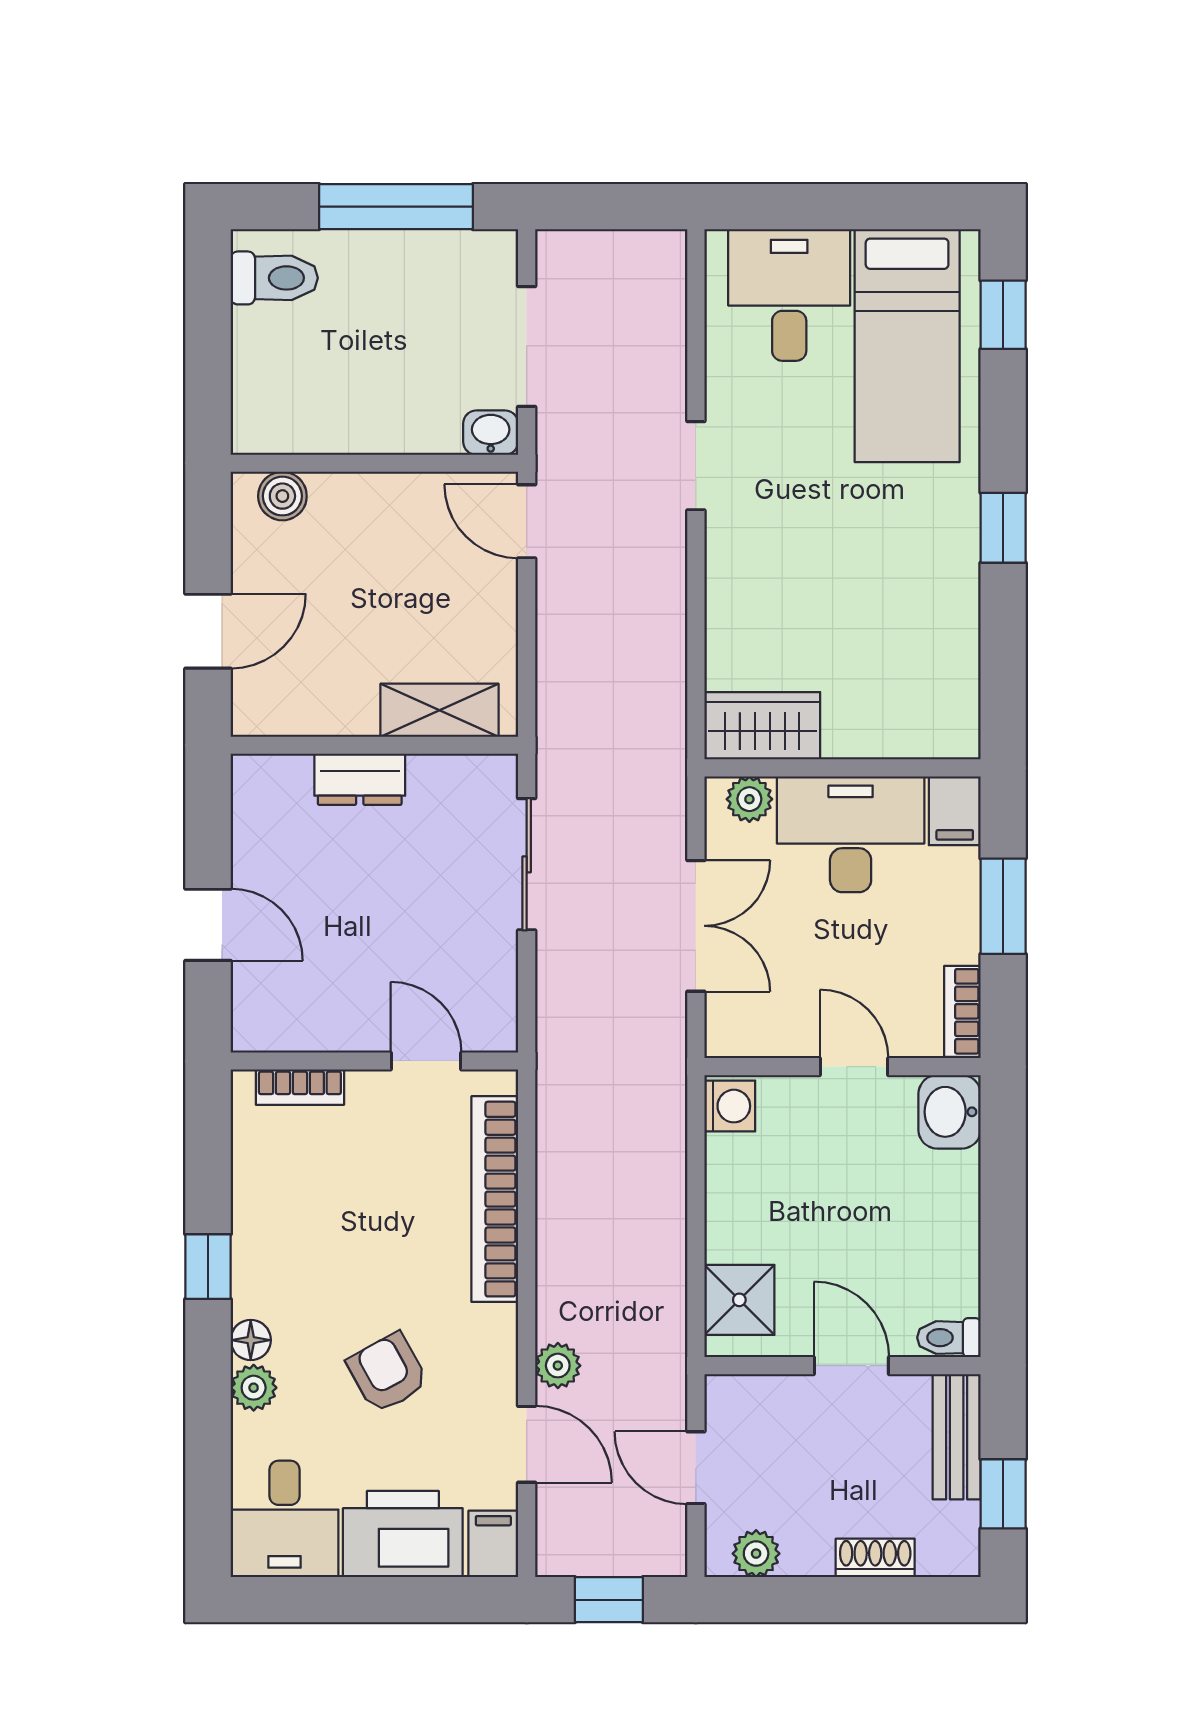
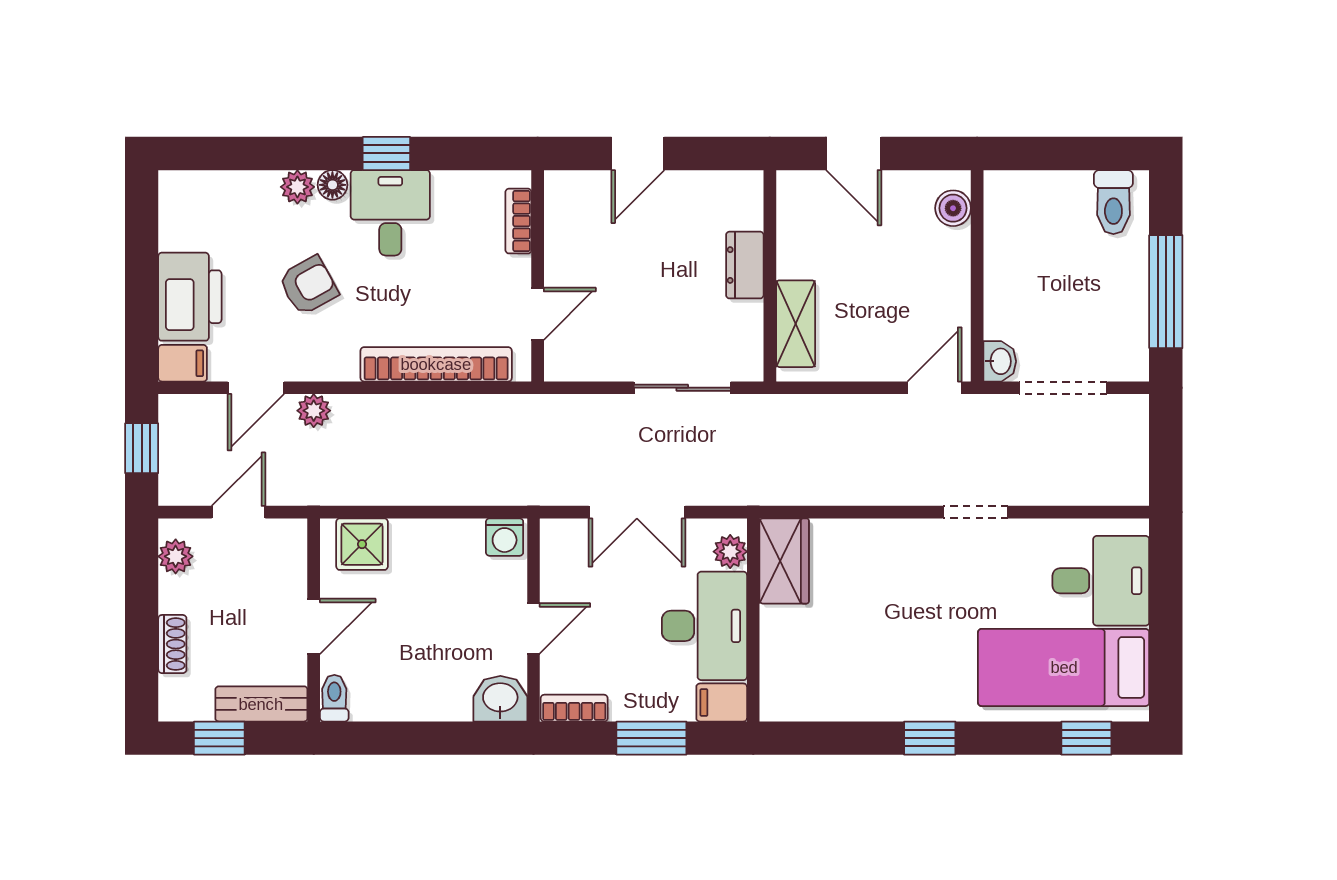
desk: (284, 1519) -> (390, 213), moved, turned 90

